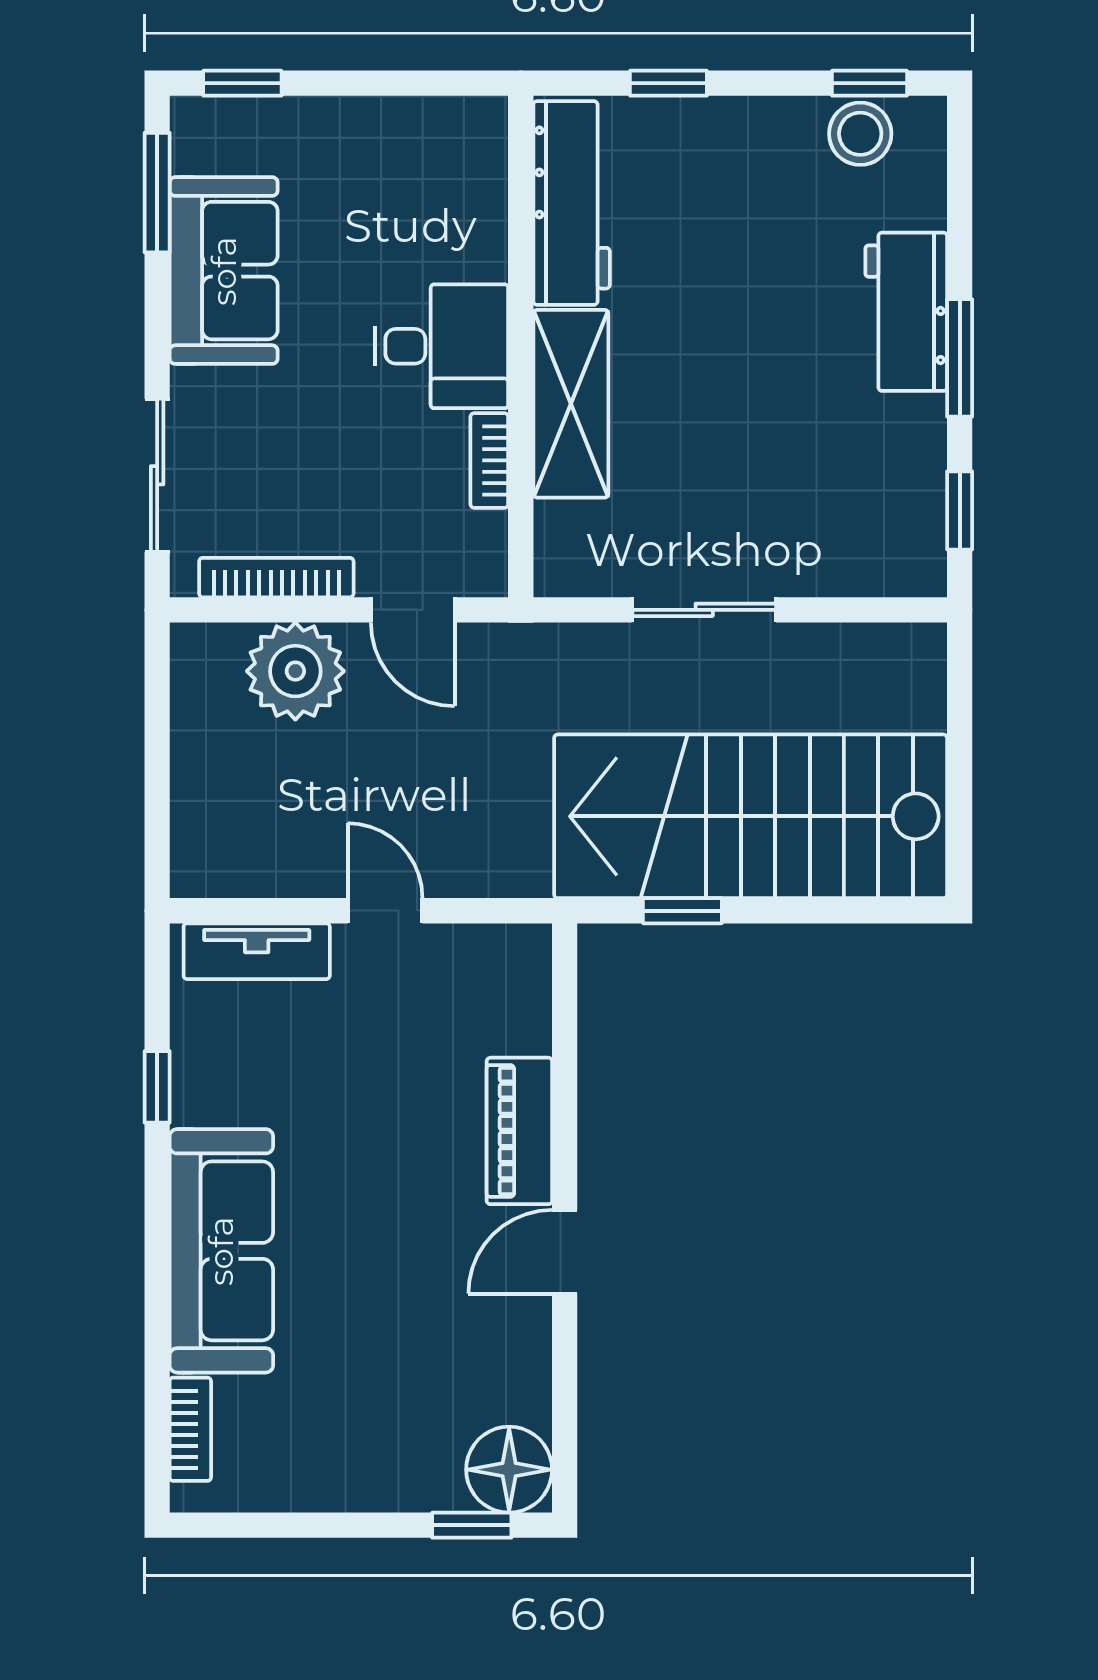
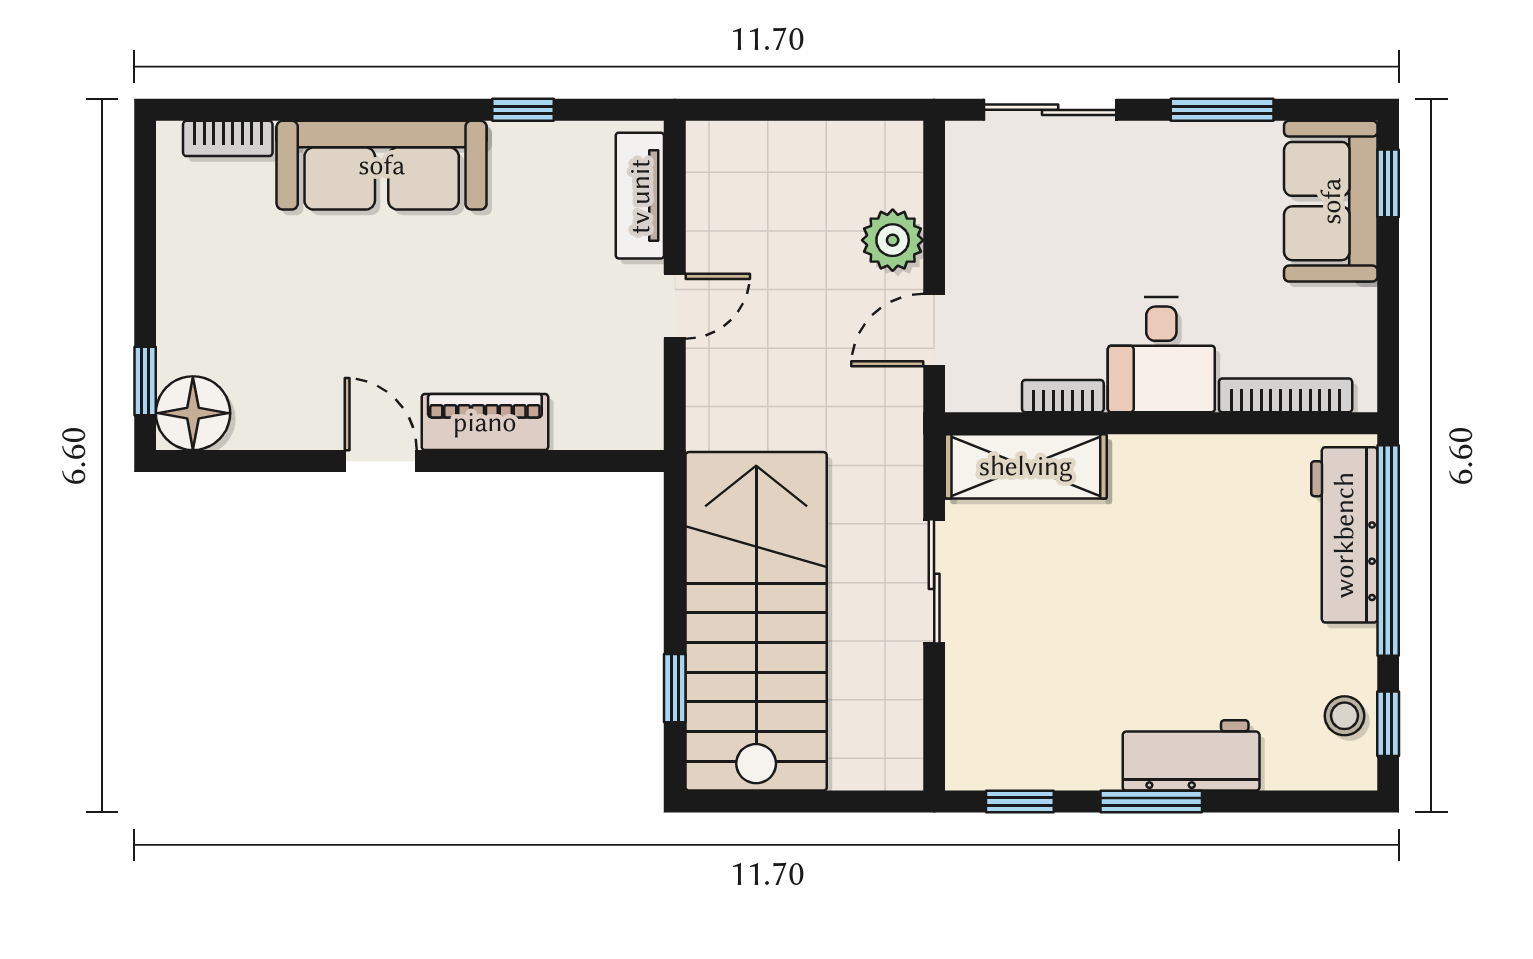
window: (668, 83) -> (1388, 551), width x3.17
stool: (860, 134) -> (1345, 716), width x0.73, depth x0.73
window: (157, 193) -> (1222, 110), moved
workbench: (572, 203) -> (1344, 535), moved, turned 90
sofa: (224, 271) -> (1331, 201), moved, turned 90
shelving: (571, 404) -> (1026, 466), moved
bookcase: (276, 578) -> (1286, 395), moved, turned -90
plant: (295, 671) -> (893, 240), width x0.73, depth x0.73
window: (682, 911) -> (675, 688), moved

